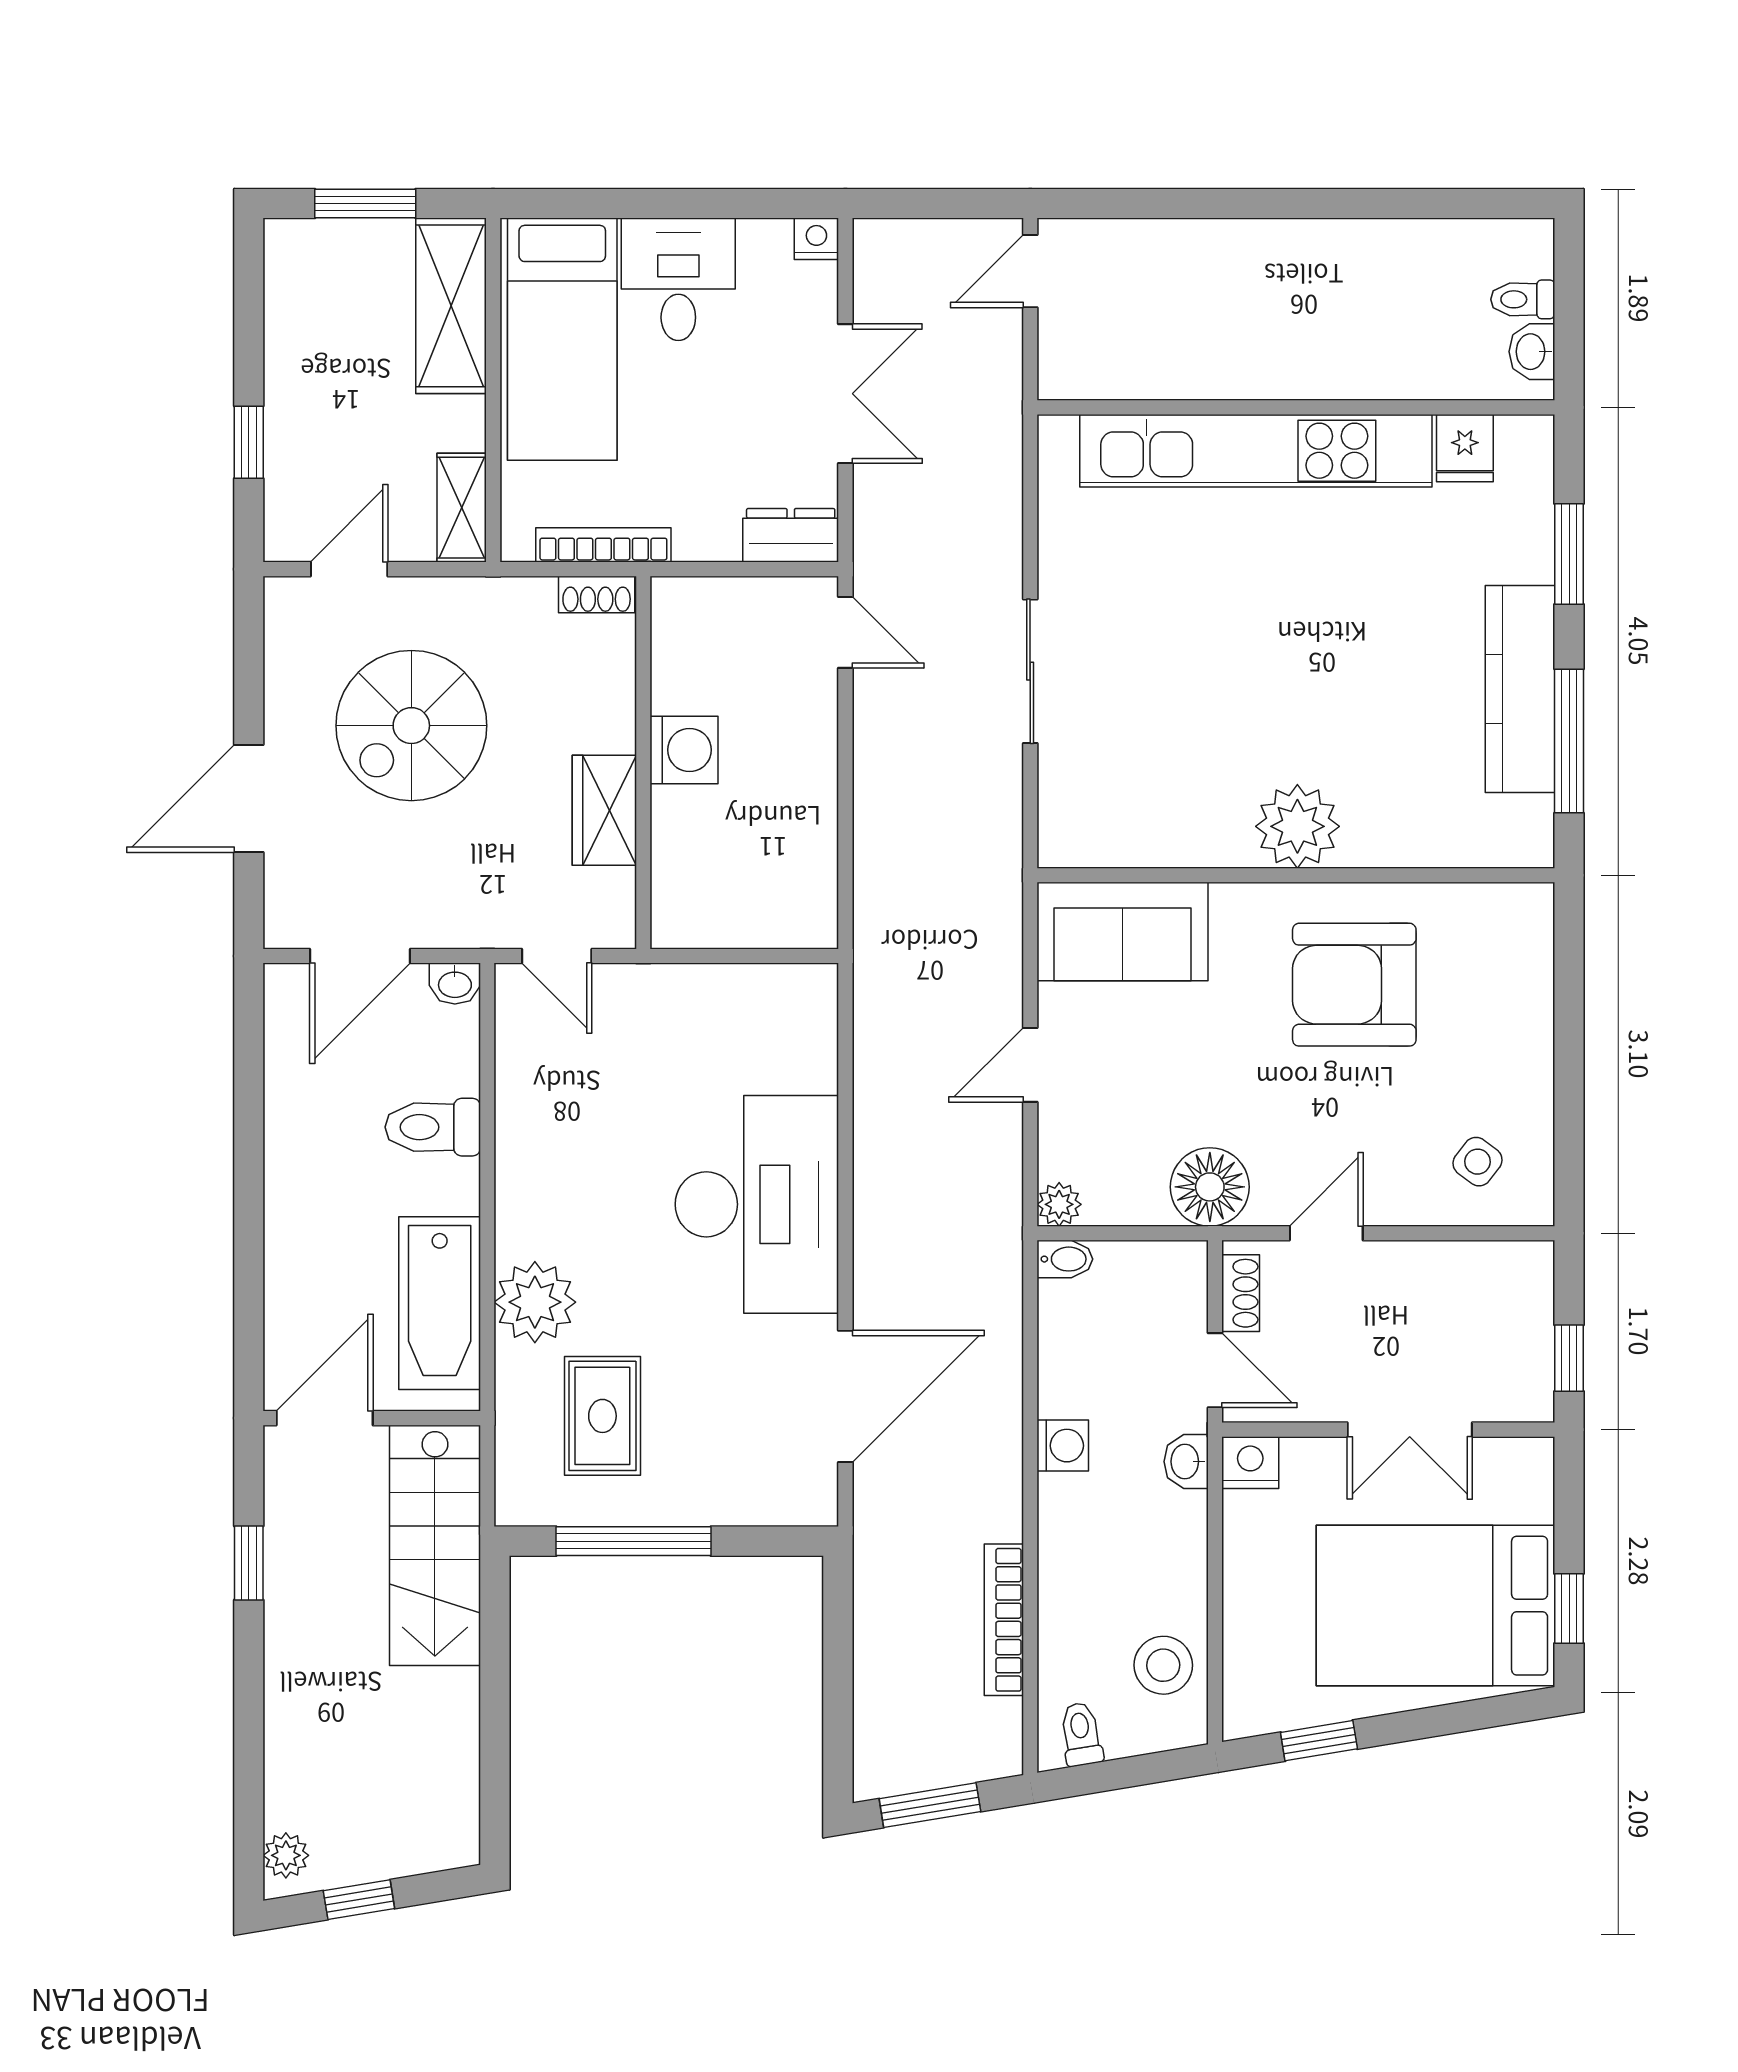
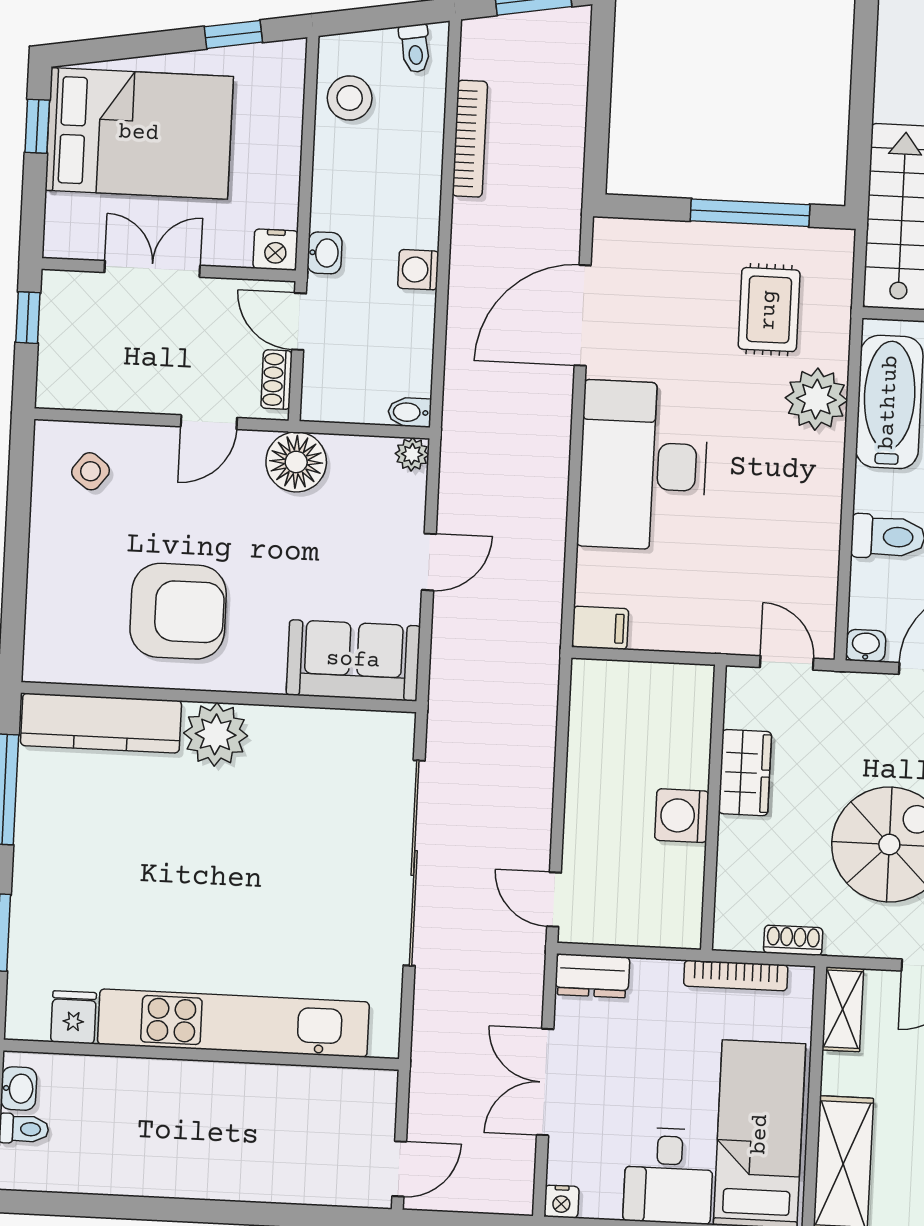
shoe rack: (597, 594) -> (793, 940), moved
sliding door: (1030, 671) -> (414, 863), width x1.86
kitchen counter: (1520, 689) -> (101, 723), moved, turned 90
filing cabinet: (803, 990) -> (600, 628), added

